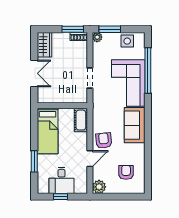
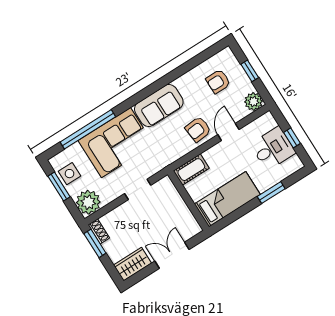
window: (110, 29) -> (59, 187), moved
plant: (97, 37) -> (88, 202), width x1.88, depth x1.88
door: (90, 159) -> (228, 132), hinge flipped
window: (120, 197) -> (250, 71), added

